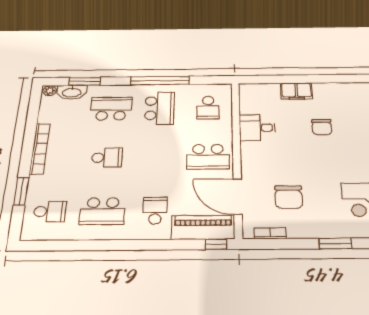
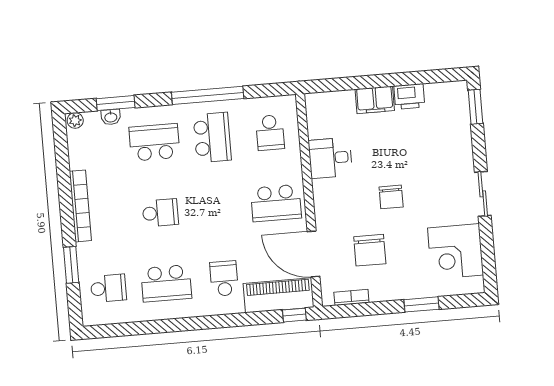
printer: (325, 90) -> (409, 96), added
washbasin: (72, 92) -> (111, 117), width x0.52, depth x0.69
chair: (322, 127) -> (391, 197), moved

